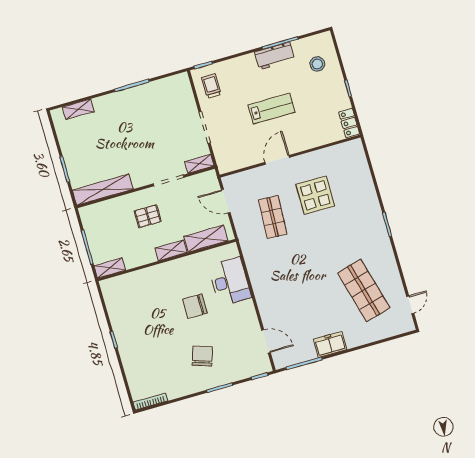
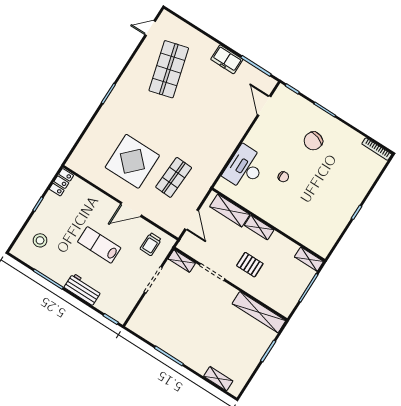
workbench: (275, 56) -> (83, 289), moved
trolley: (211, 86) -> (151, 244), moved
display table: (315, 195) -> (132, 161), width x1.36, depth x1.36
chair: (195, 306) -> (283, 177), width x0.54, depth x0.54

